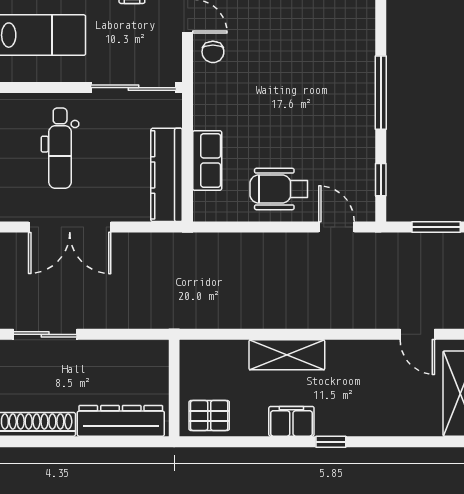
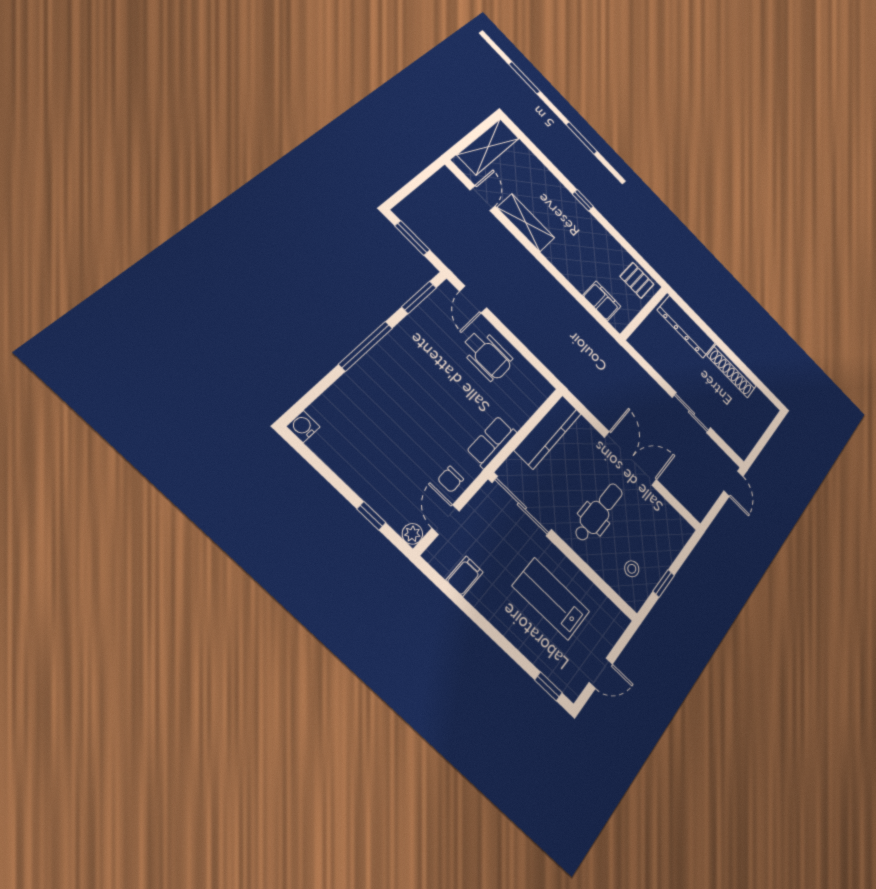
chair: (213, 52) -> (451, 479), turned 180
row of seats: (207, 160) -> (492, 442), moved
window: (381, 180) -> (419, 297), width x1.50
shelving: (287, 355) -> (526, 223), moved
filing cabinet: (291, 421) -> (602, 301), moved, turned 180

